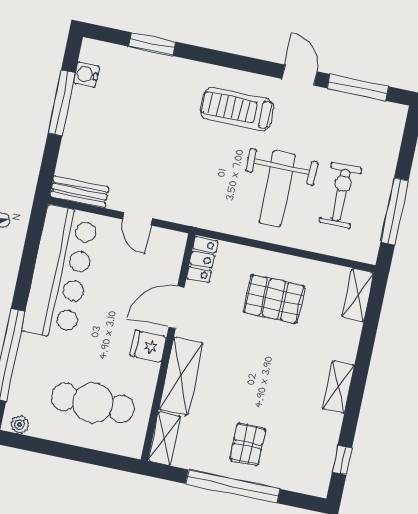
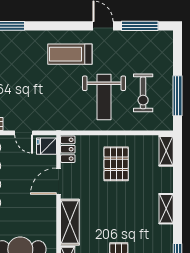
exercise bike: (341, 195) -> (143, 93), turned 180
pallet: (274, 299) -> (116, 164), turned 90
fridge: (148, 346) -> (46, 146), moved

